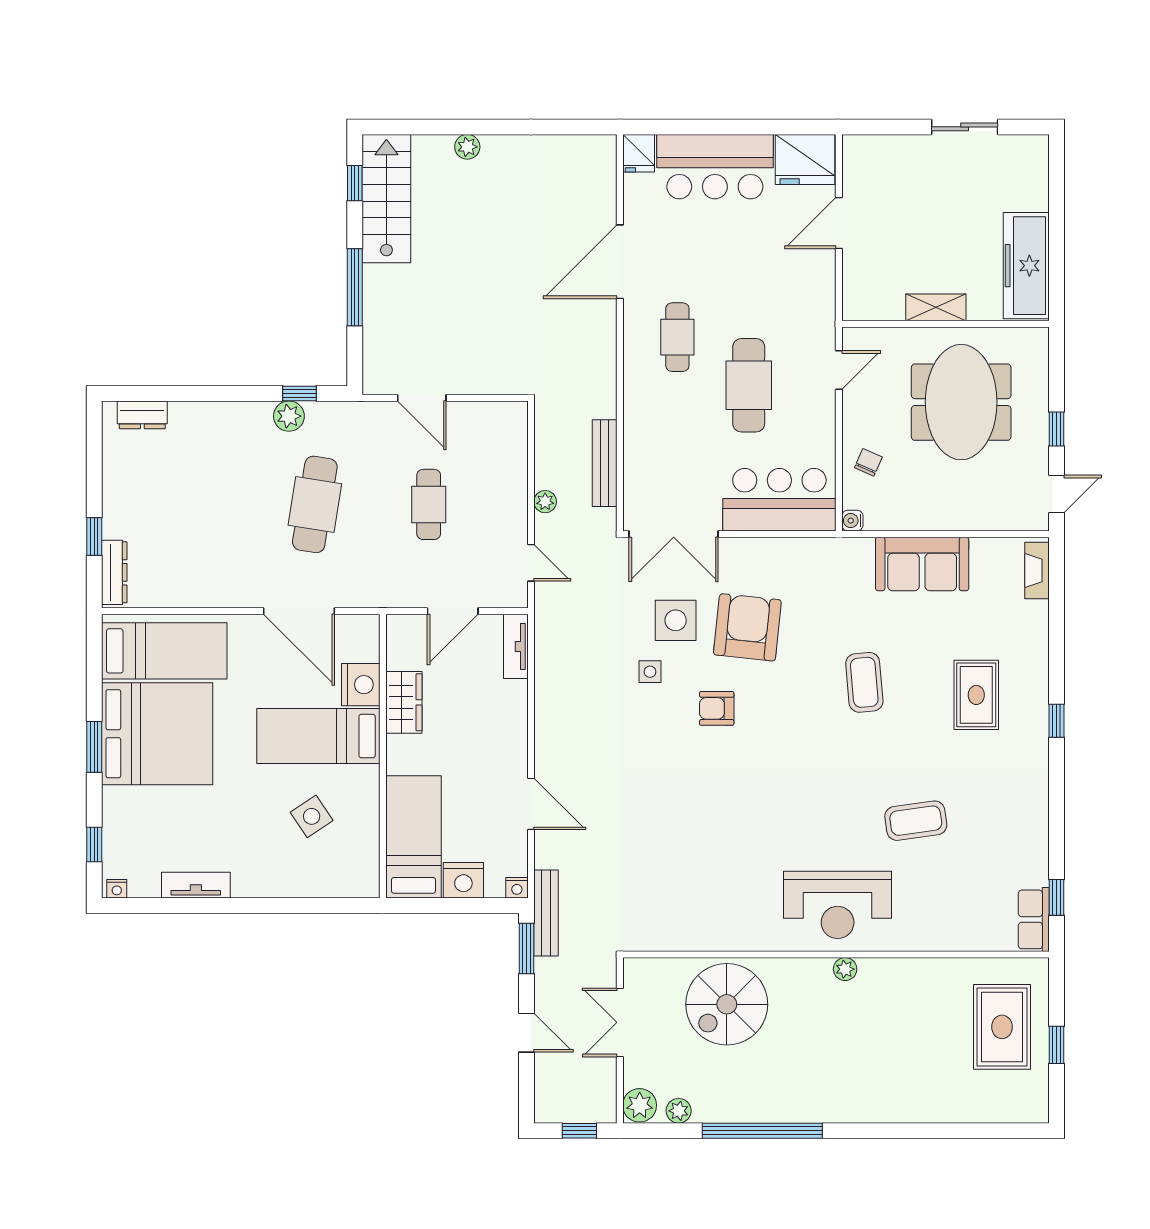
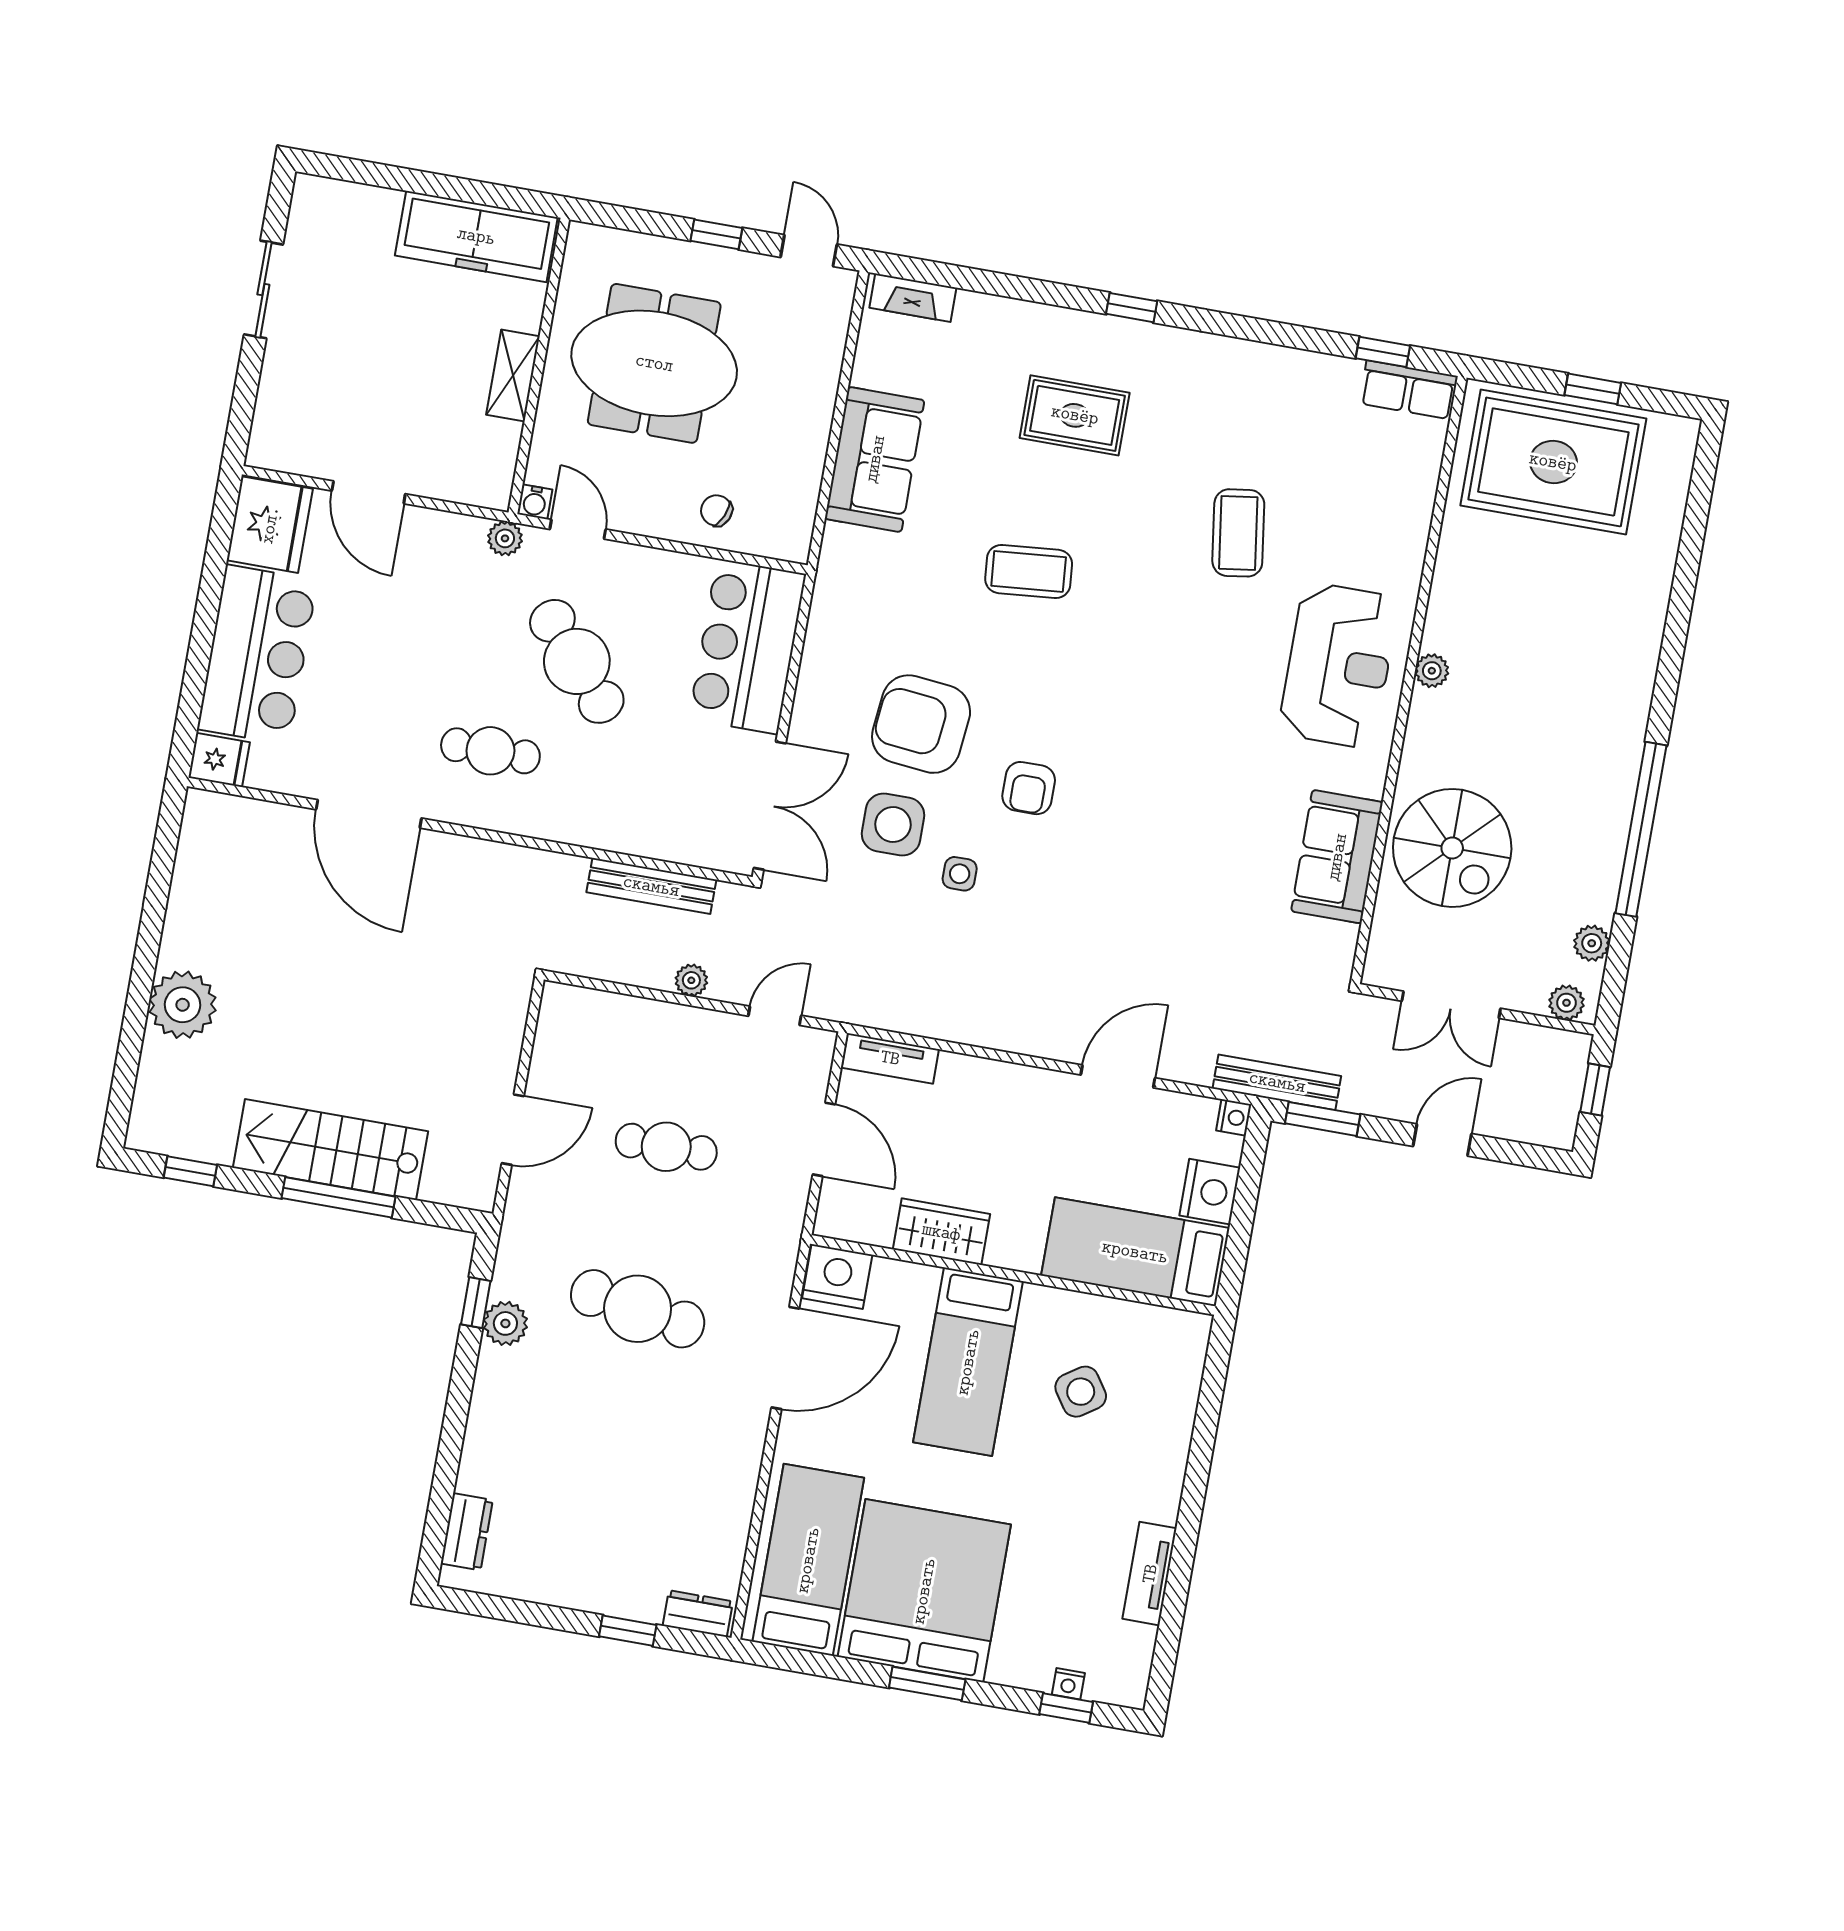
plant: (467, 147) -> (183, 1005), width x1.87, depth x1.87
stairs: (386, 199) -> (330, 1149), moved
plant: (824, 321) -> (505, 538), added
cafe table: (749, 385) -> (577, 661), turned 49
water cooler: (852, 521) -> (535, 502), moved
dresser: (114, 572) -> (698, 1614), width x0.70
nightstand: (361, 685) -> (837, 1276), moved
nightstand: (117, 889) -> (1068, 1684), moved, turned 90
sofa: (707, 927) -> (1337, 857), added
rug: (1002, 1027) -> (1553, 462), width x1.37, depth x1.44
plant: (640, 1105) -> (1566, 1003), width x0.73, depth x0.73

